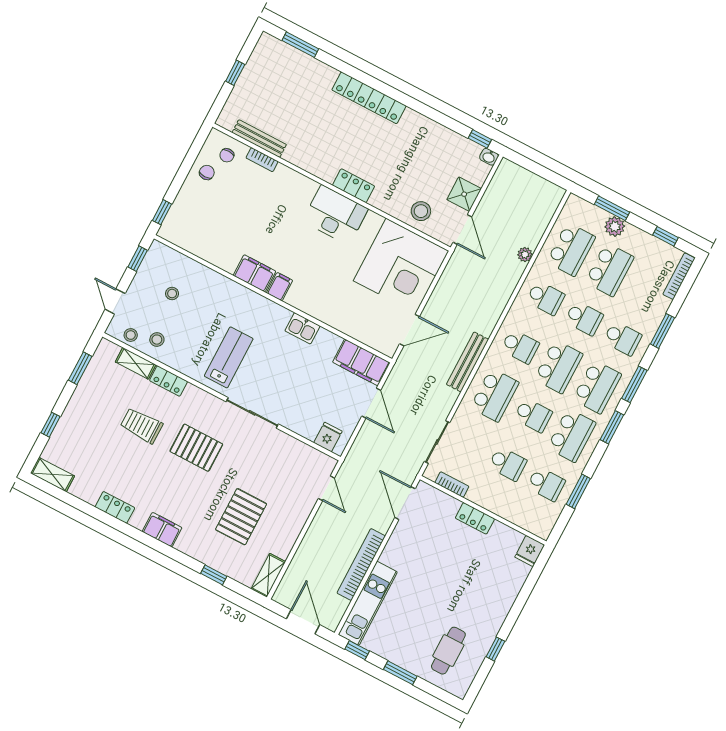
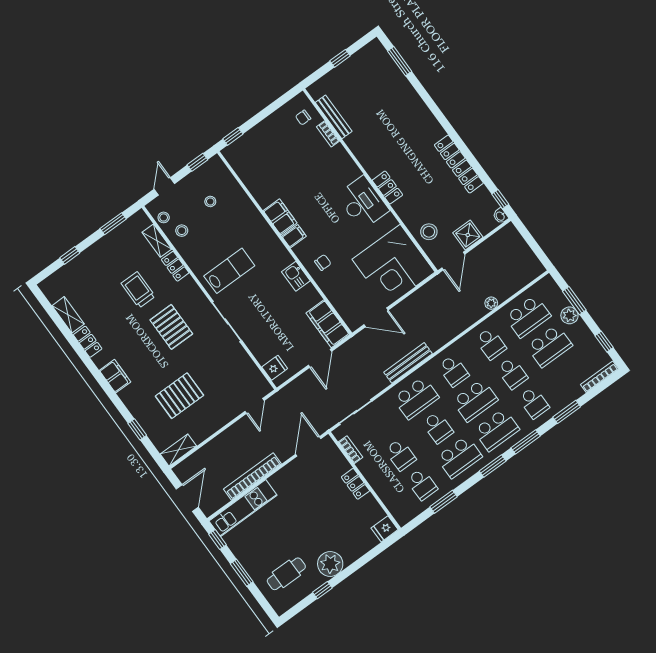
locker: (369, 98) -> (459, 164), moved
chair: (207, 172) -> (323, 262), moved
shelving: (53, 475) -> (68, 315), moved
plant: (490, 617) -> (330, 564), added

